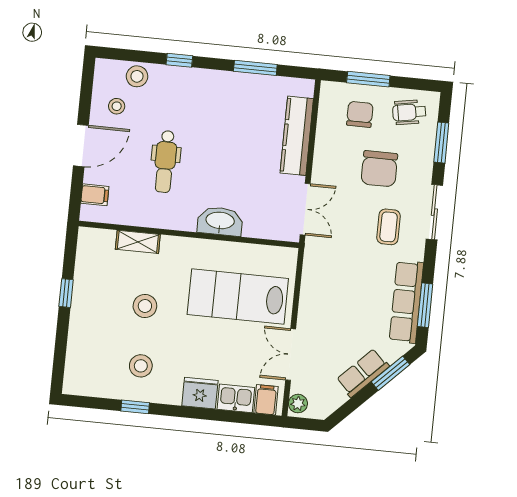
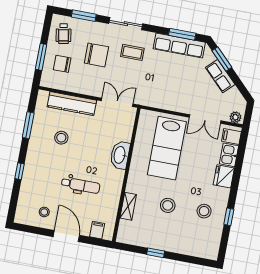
stool: (137, 76) -> (61, 138), moved

